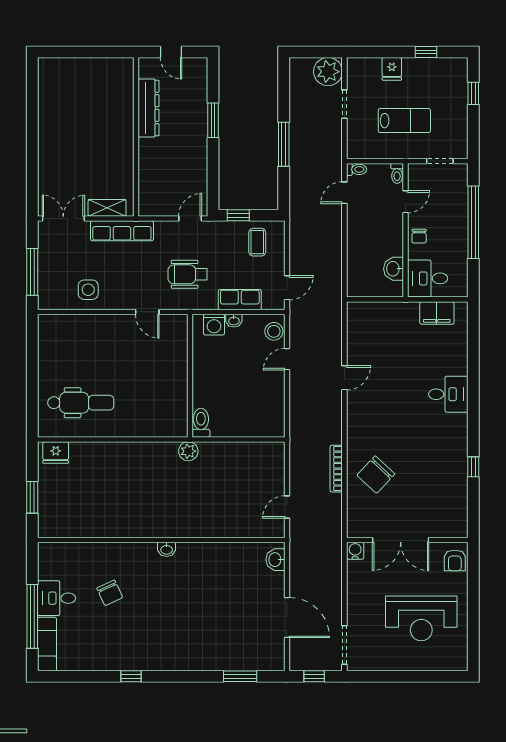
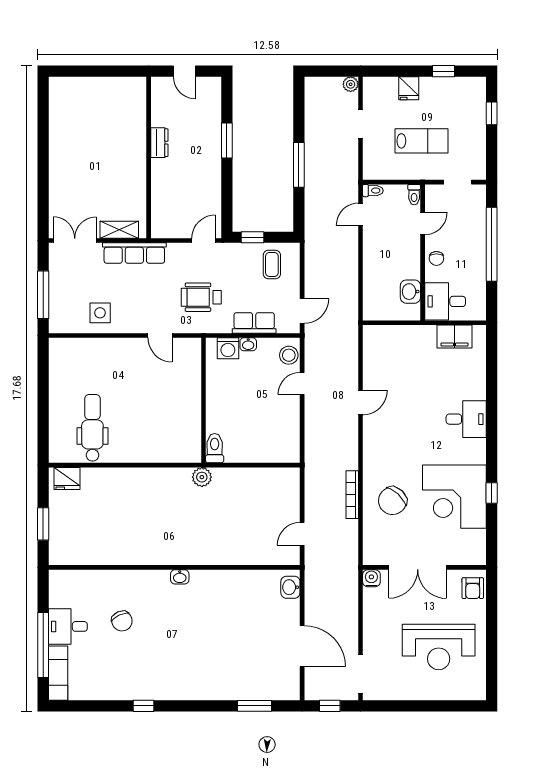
plant: (328, 72) -> (351, 84), width x0.53, depth x0.53
dresser: (149, 108) -> (159, 143), width x0.51, depth x0.80
dental chair: (81, 403) -> (92, 428), turned -90
corner desk: (437, 470) -> (454, 497), added

